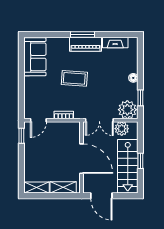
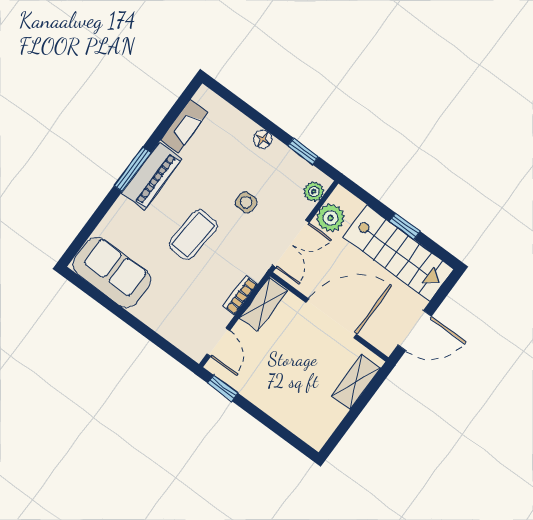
side table: (103, 90) -> (246, 202), added
plant: (127, 110) -> (314, 192), width x0.53, depth x0.53
shelving: (37, 188) -> (264, 304), moved

